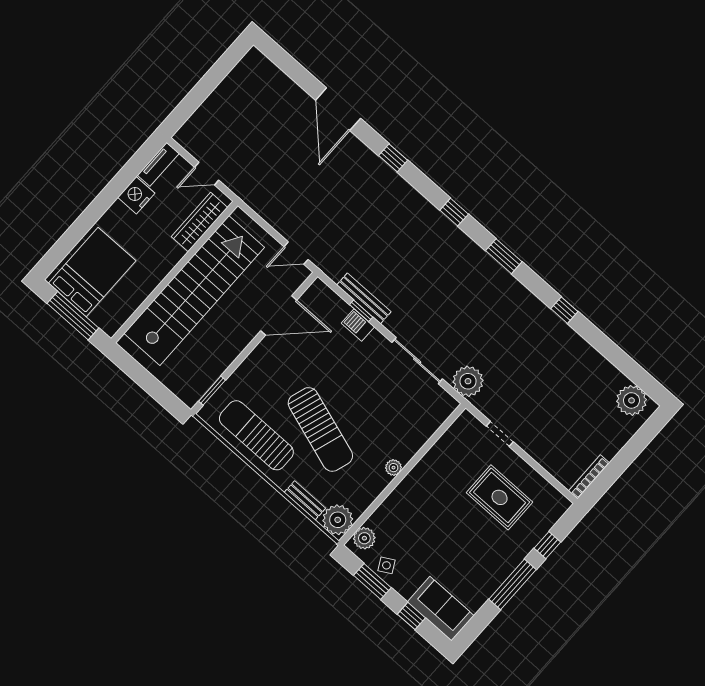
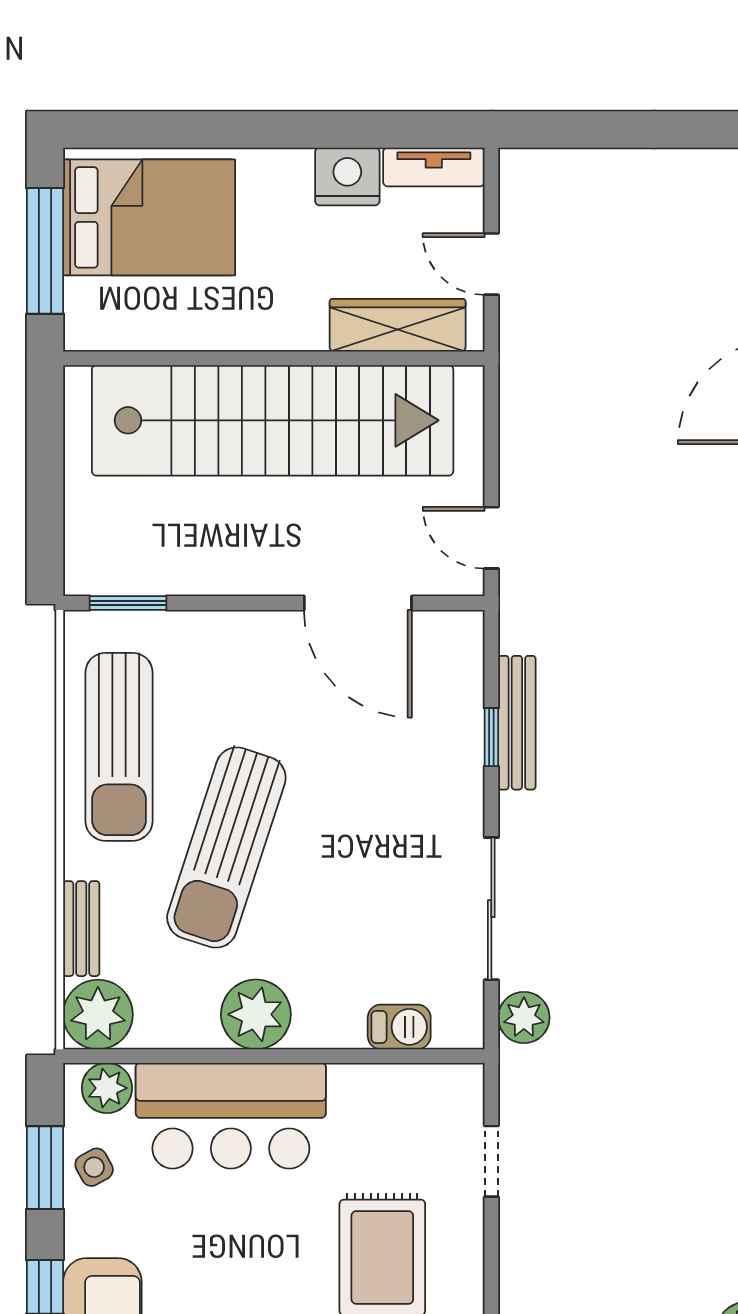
barbecue: (358, 325) -> (399, 1027), moved, turned 90
plant: (468, 381) -> (524, 1018), width x0.73, depth x0.73
sun lounger: (256, 435) -> (119, 747), turned 180
plant: (394, 468) -> (256, 1014), width x1.87, depth x1.87
bar counter: (409, 506) -> (231, 1116), added

